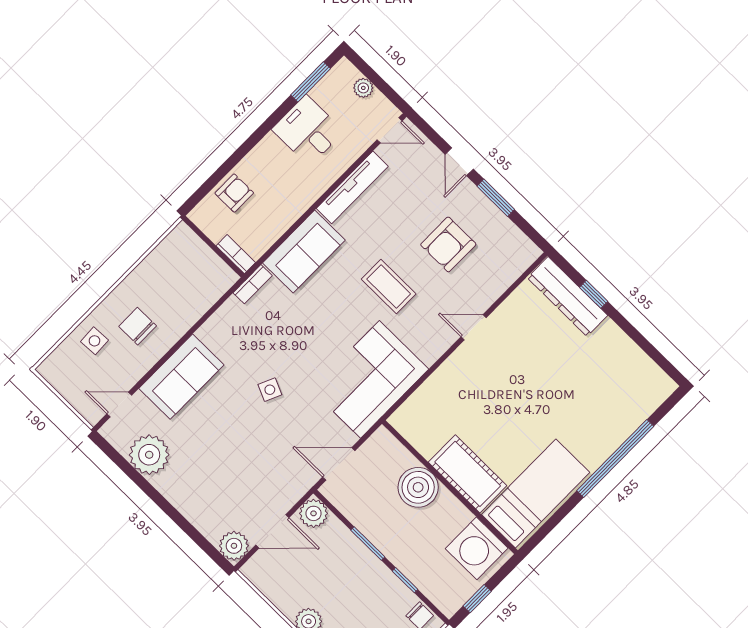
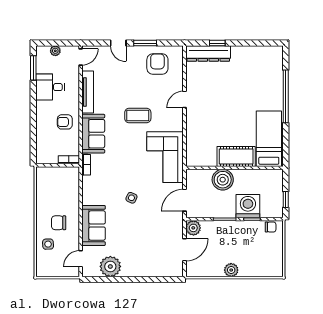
armchair: (234, 193) -> (65, 122), moved, turned -90
armchair: (448, 244) -> (157, 64), moved, turned 180
plant: (234, 546) -> (176, 269), removed
washing machine: (477, 548) -> (248, 206), moved, turned 180

